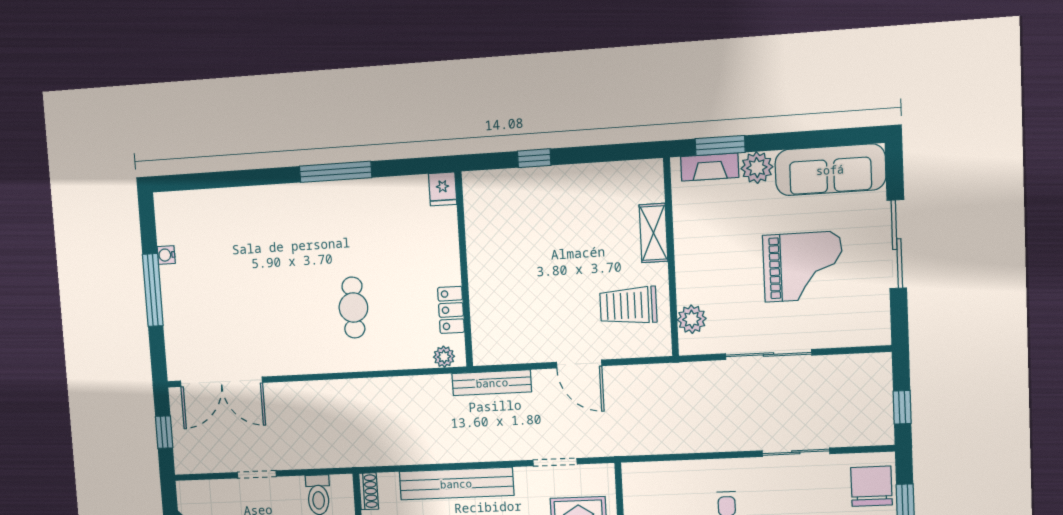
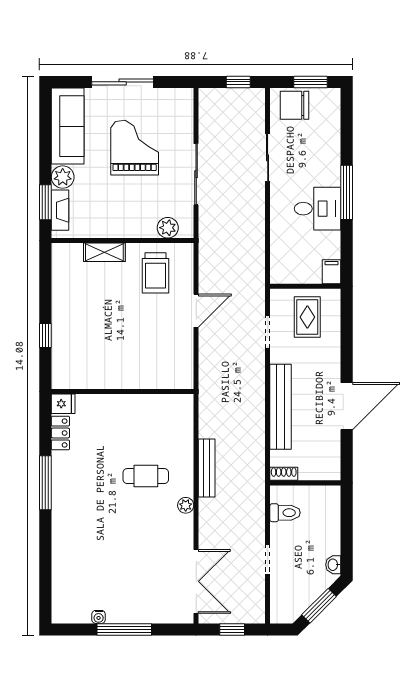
locker: (451, 310) -> (60, 433), moved, turned -90
plant: (444, 357) -> (186, 505), moved
bench: (492, 383) -> (207, 468), moved

